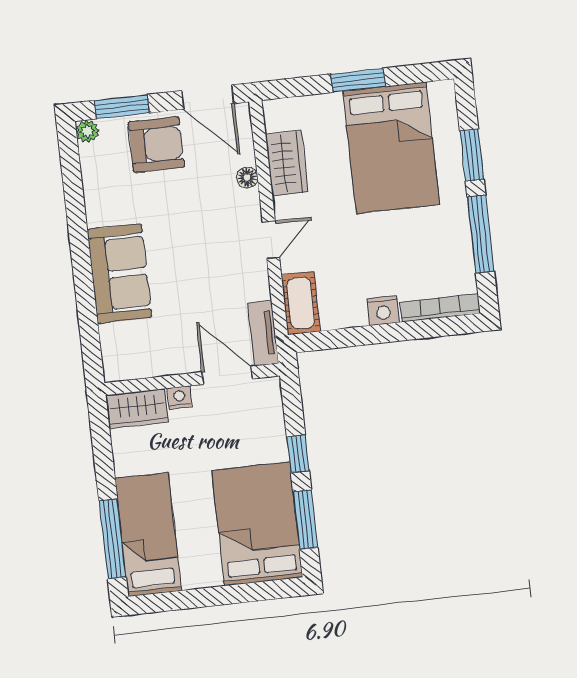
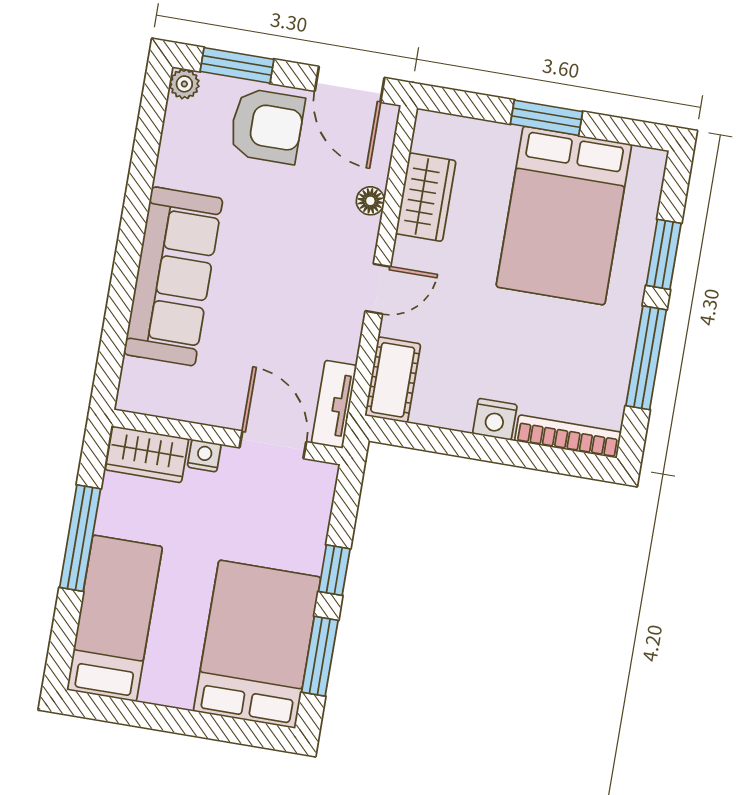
sofa: (119, 274) -> (173, 276), width x1.36
window: (112, 539) -> (80, 538), moved

